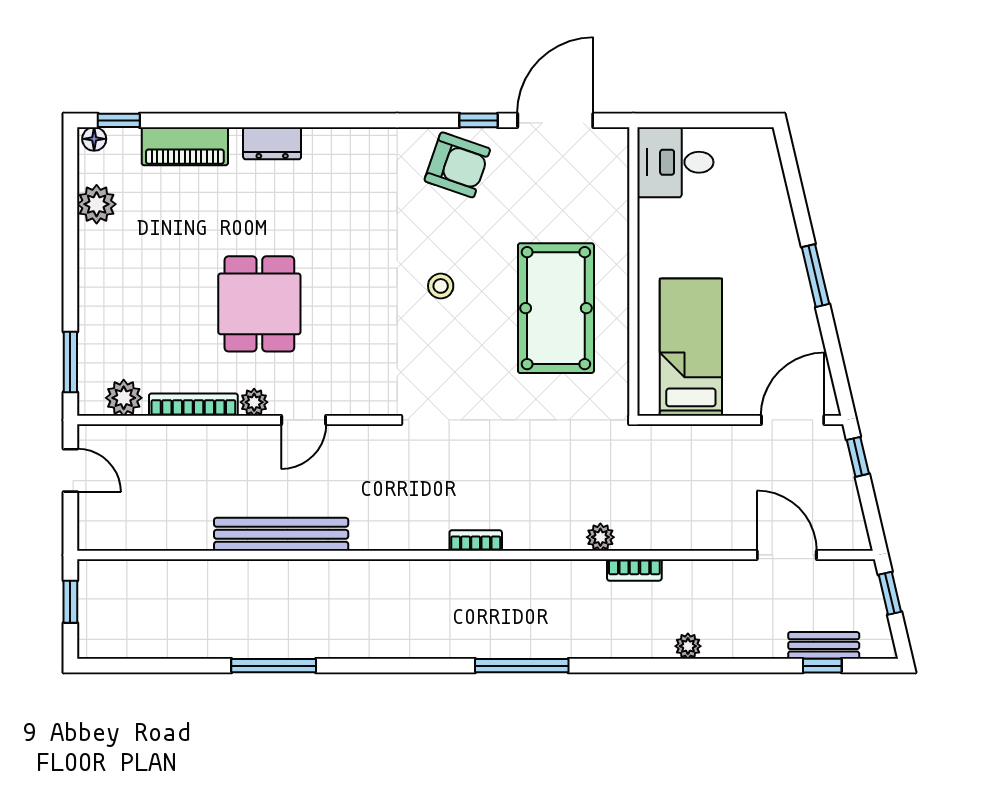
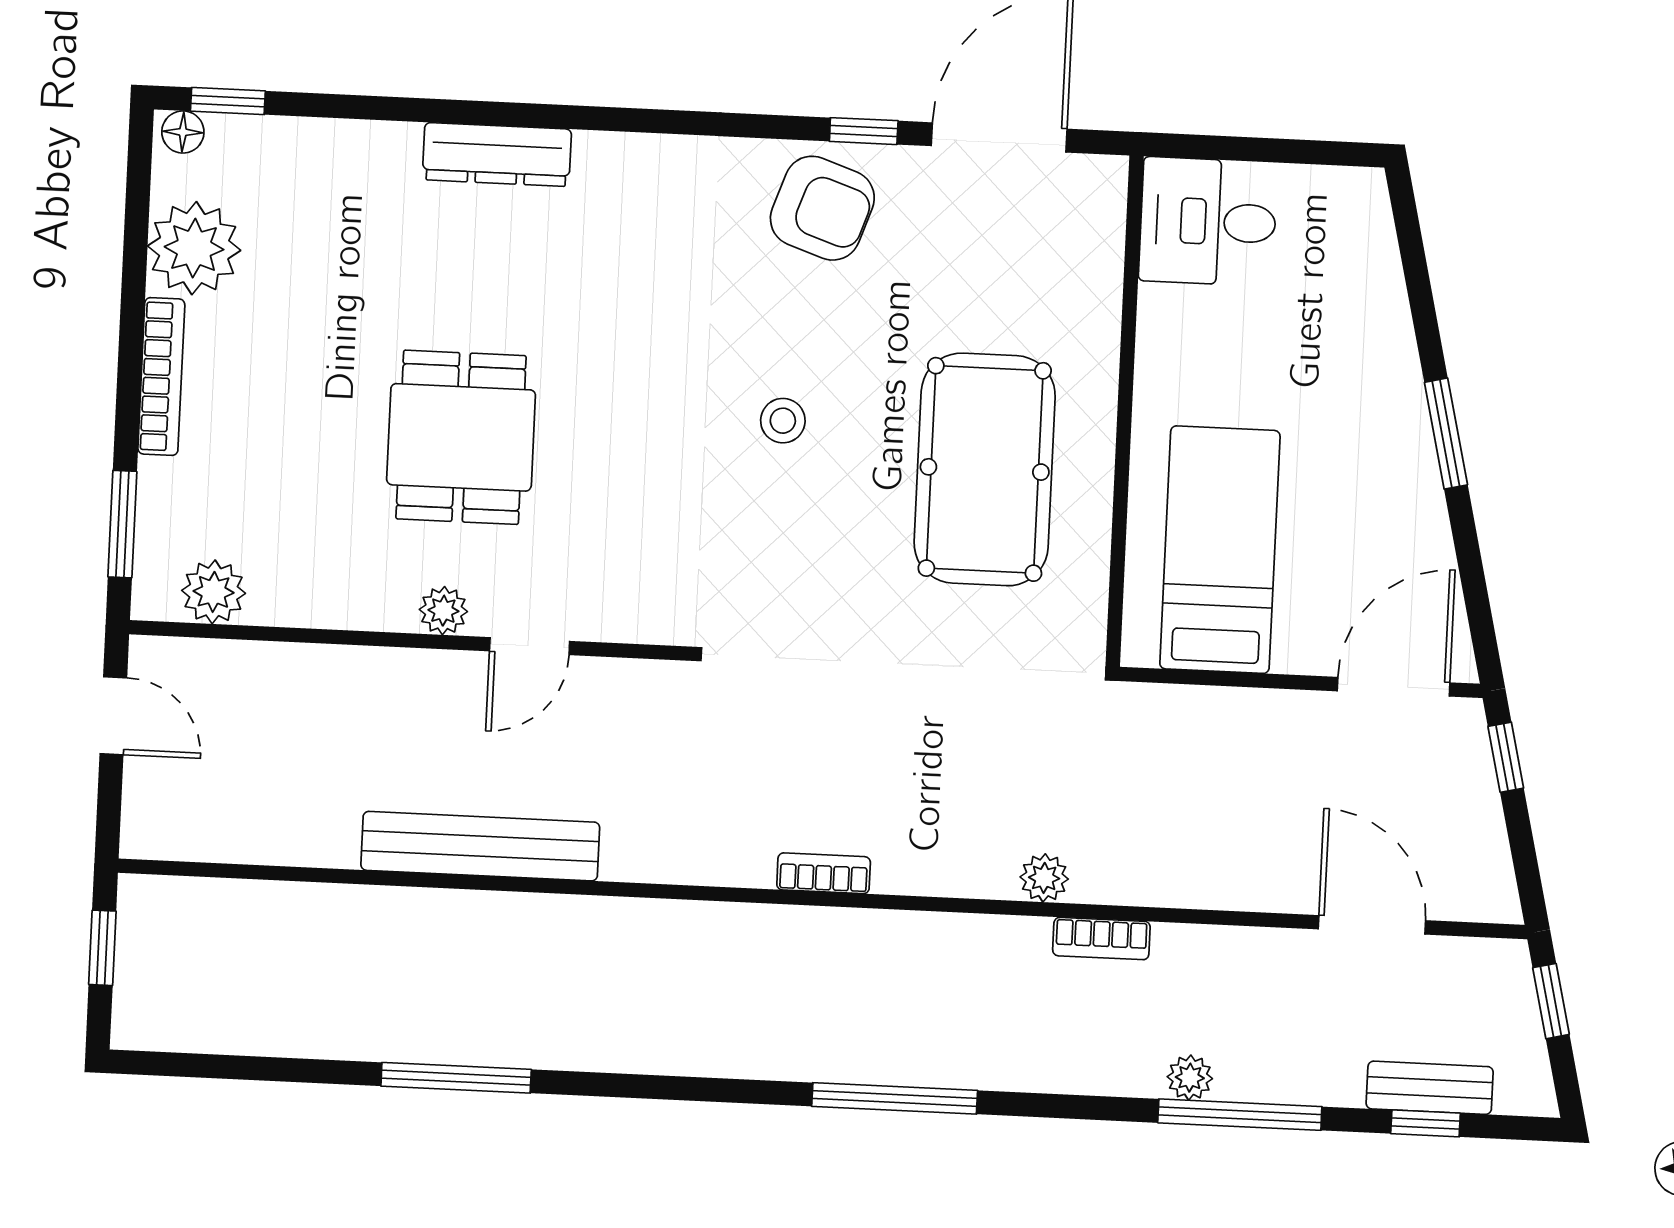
dresser: (272, 143) -> (497, 154), width x1.44
piano: (185, 146) -> (343, 152), removed
plant: (97, 204) -> (194, 248), width x1.36, depth x1.36
bookcase: (193, 405) -> (161, 377), moved, turned 90
window: (717, 666) -> (1240, 1115), added

